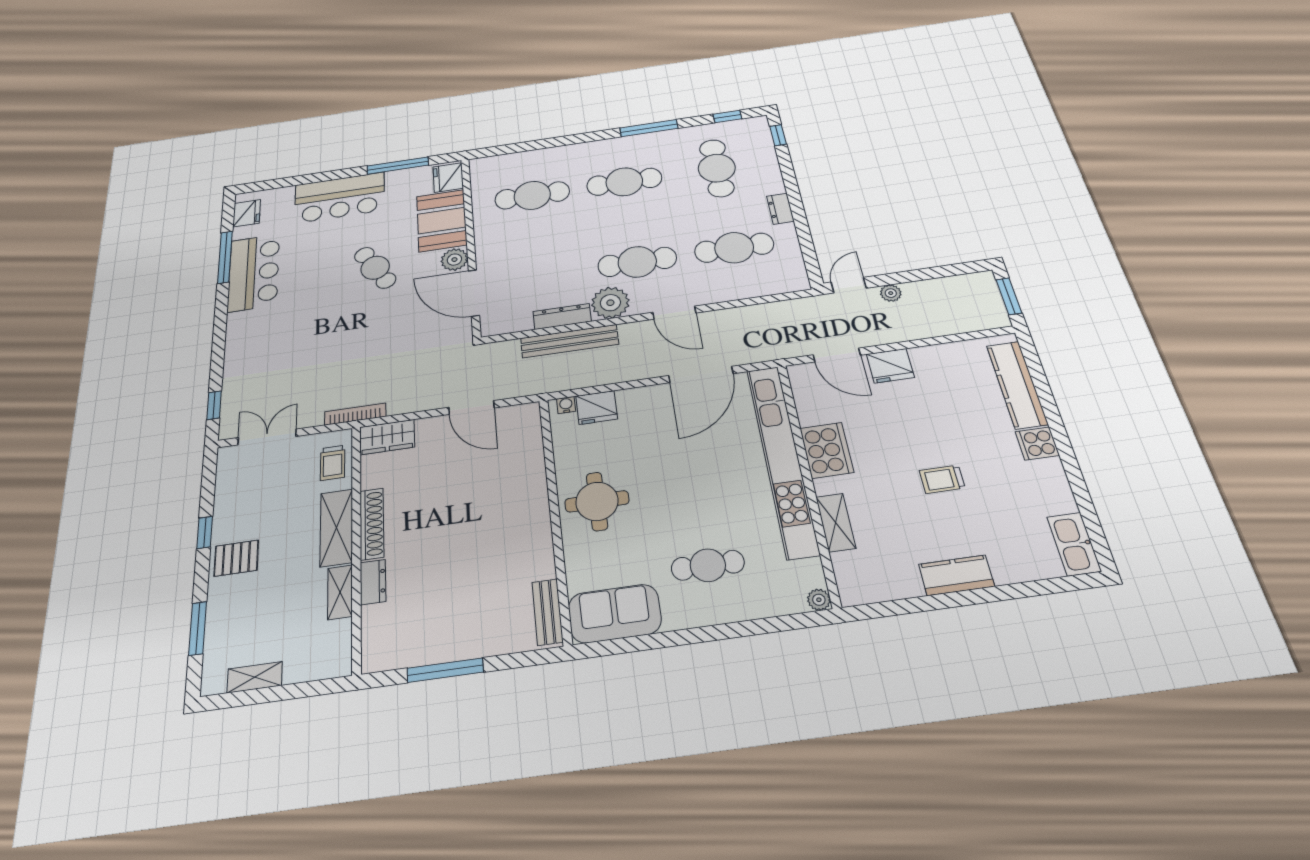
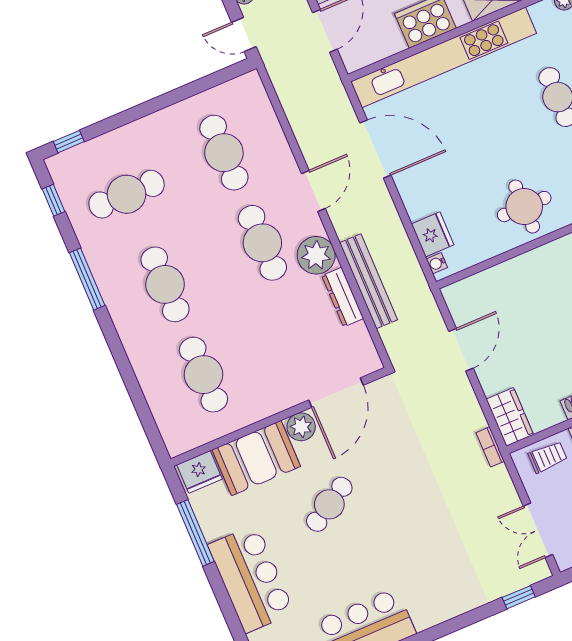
dresser: (780, 209) -> (166, 118), removed
bookcase: (355, 414) -> (490, 447), width x0.64

